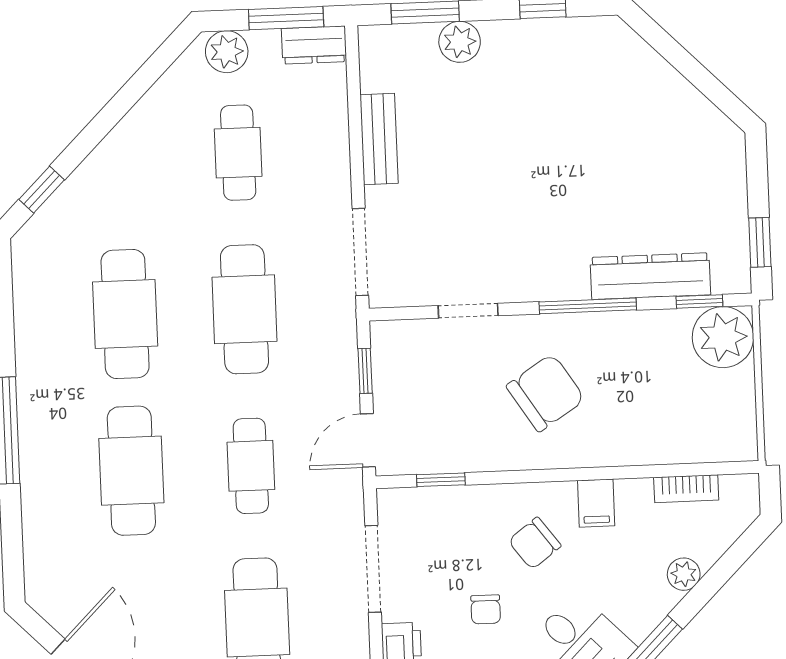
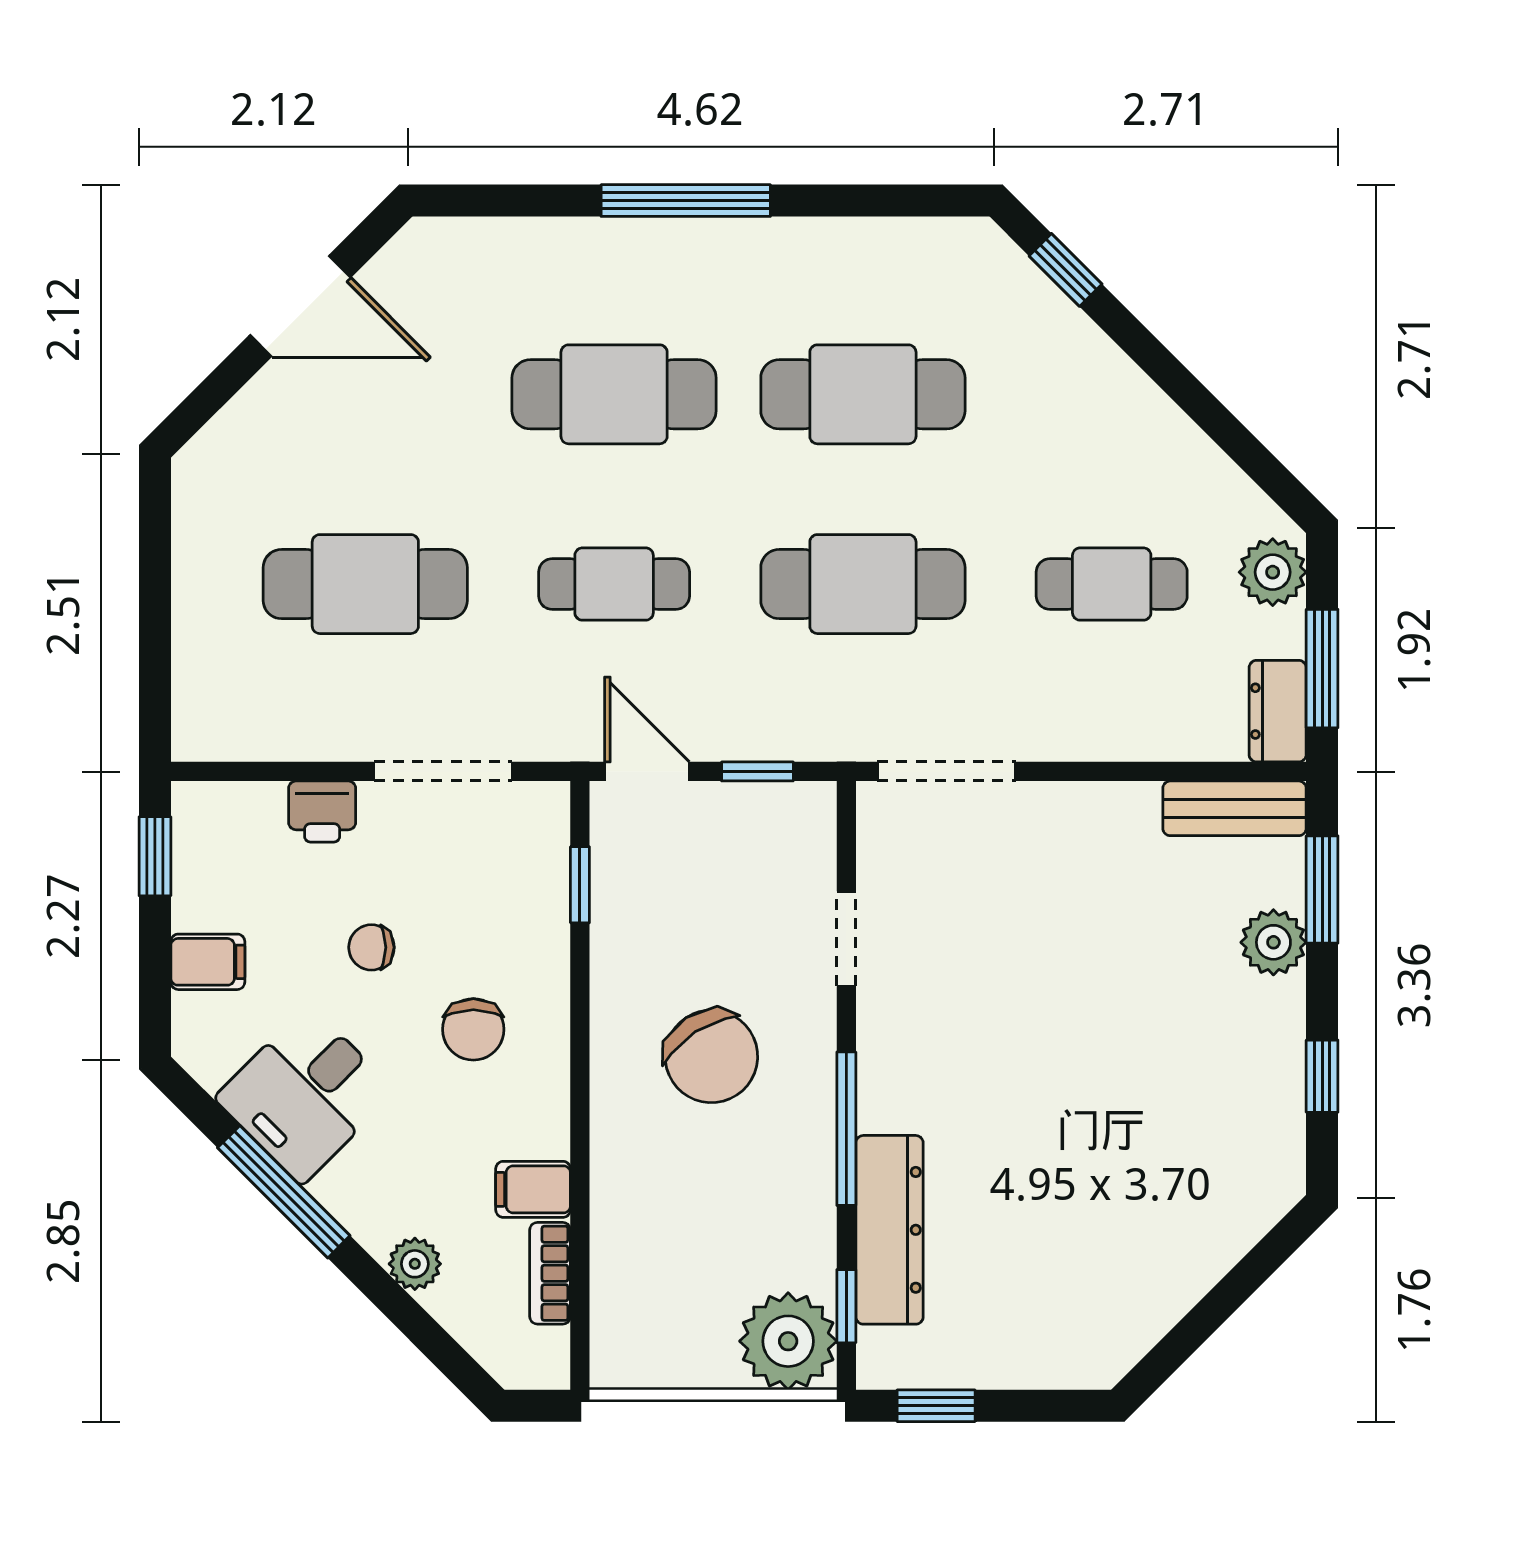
bench: (379, 139) -> (1234, 808), moved
filing cabinet: (596, 503) -> (533, 1189), moved
chair: (535, 543) -> (473, 1029), turned -143

